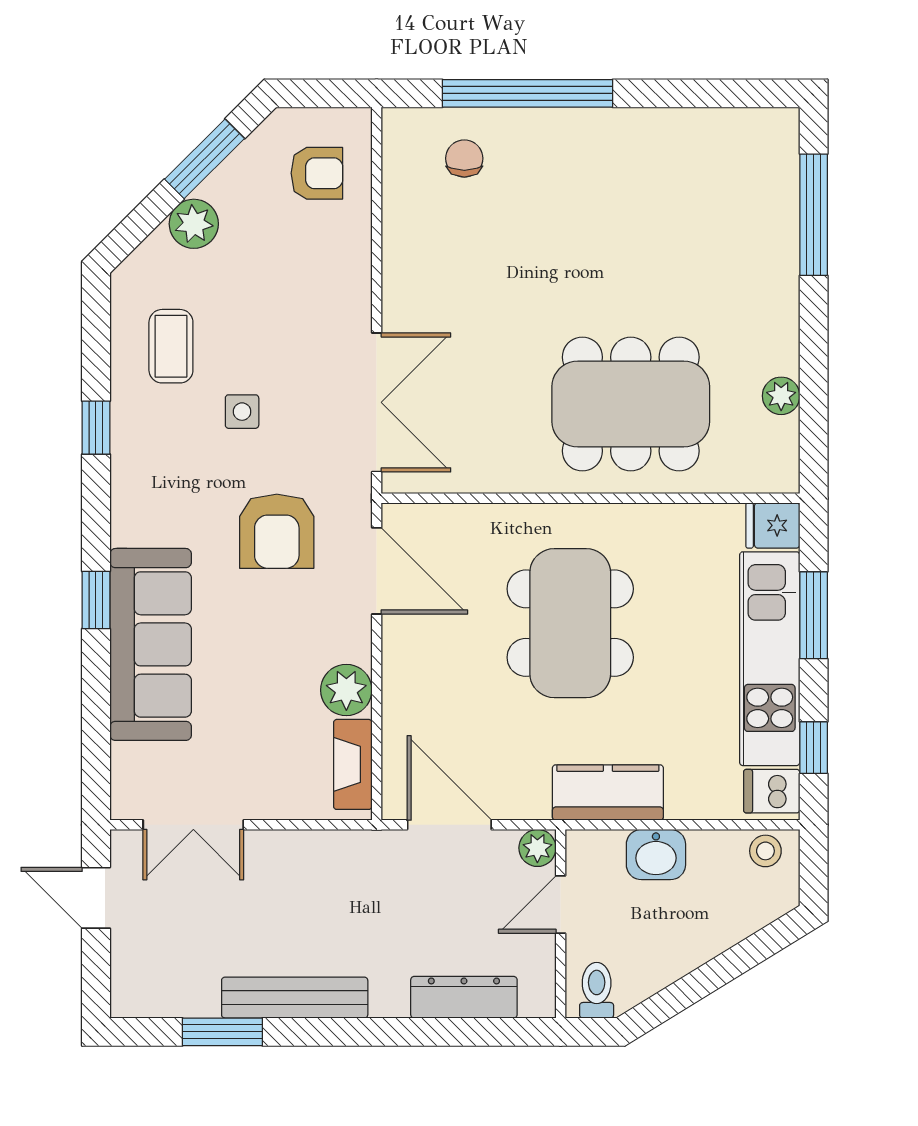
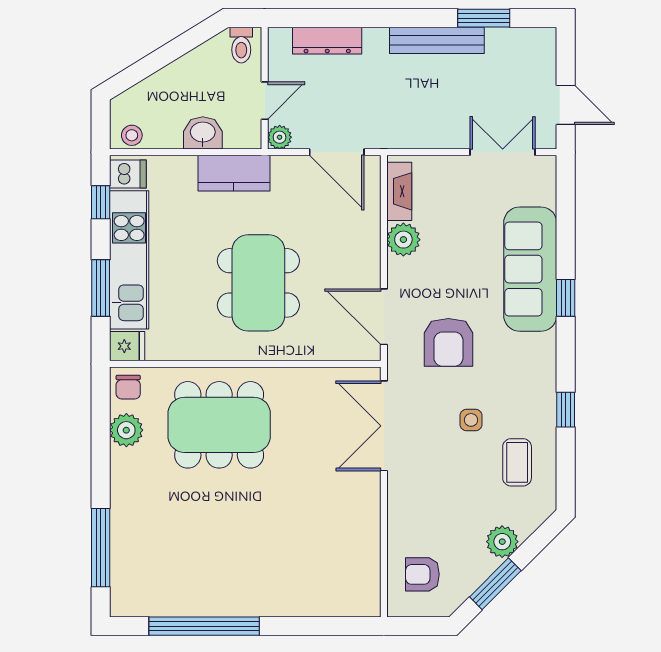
window: (528, 93) -> (204, 626), moved
chair: (464, 158) -> (128, 387), moved
plant: (781, 396) -> (126, 430), width x1.38, depth x1.38
armchair: (277, 531) -> (448, 342), turned 180

